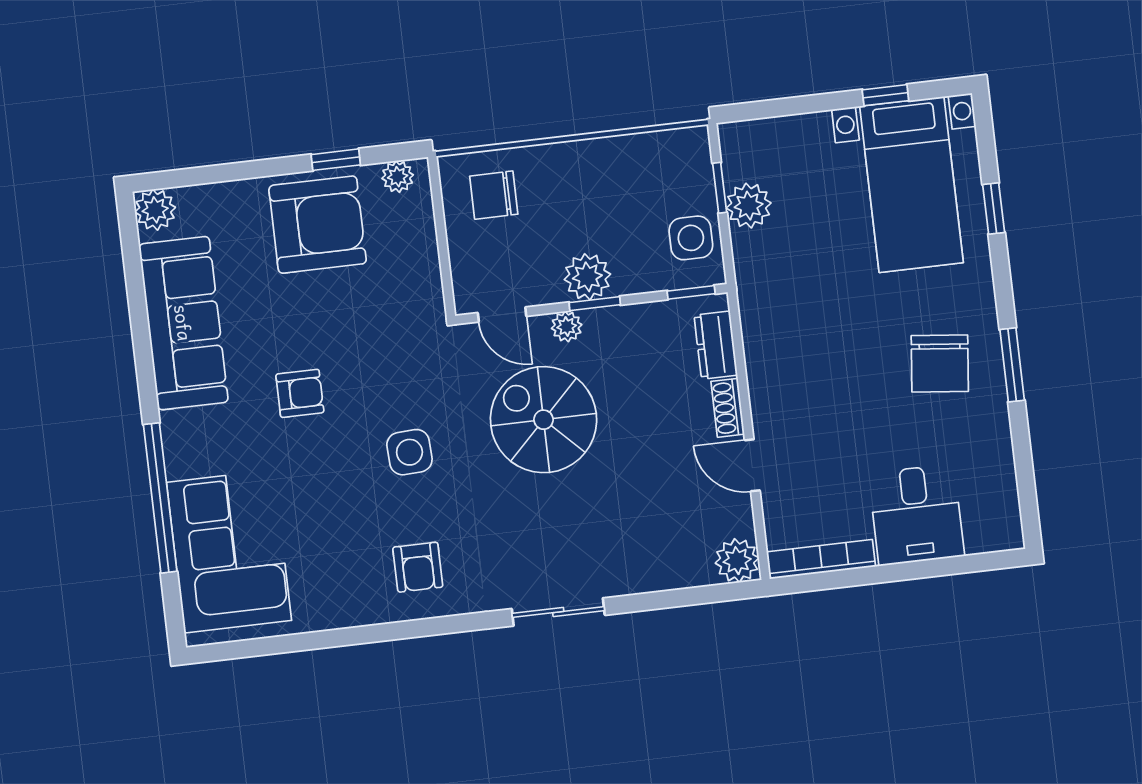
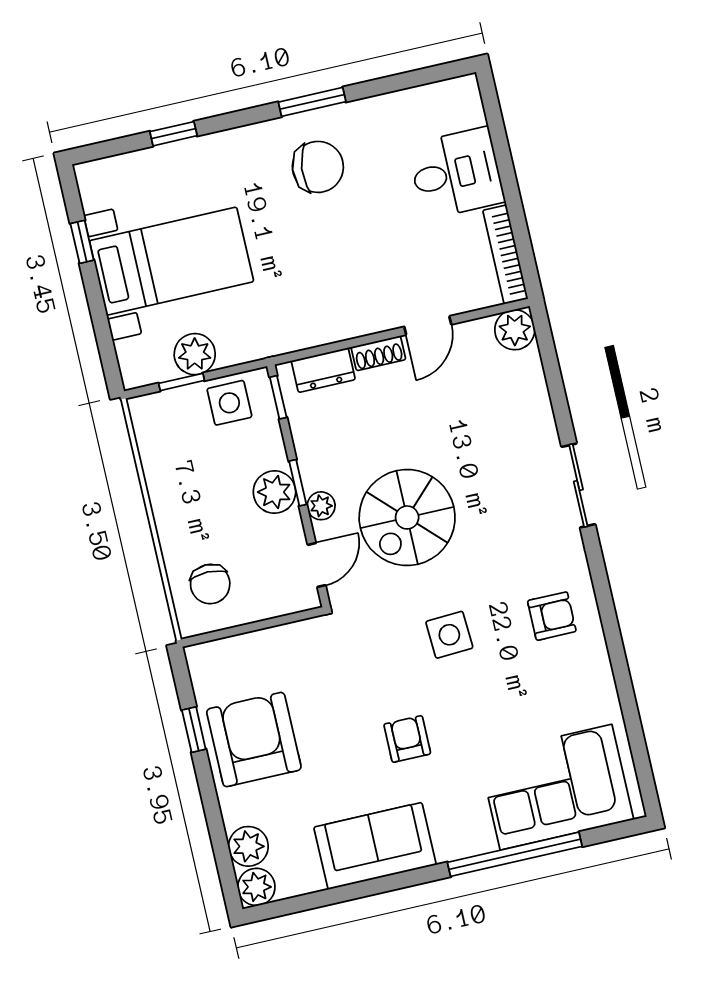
plant: (398, 177) -> (248, 846), moved, width x1.38, depth x1.38
bed with nightstands: (912, 184) -> (172, 261), moved
sofa: (183, 323) -> (375, 846), width x0.73

